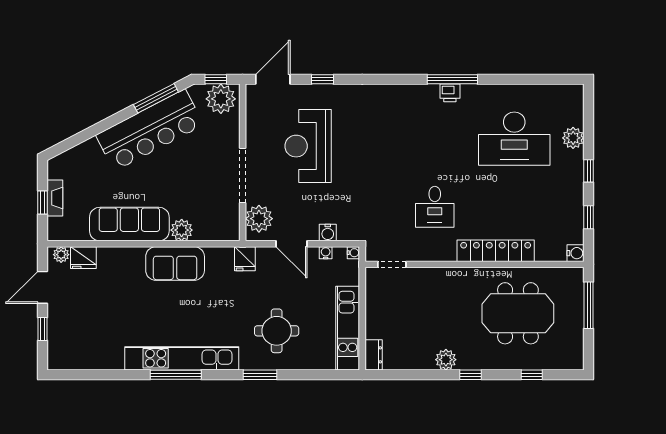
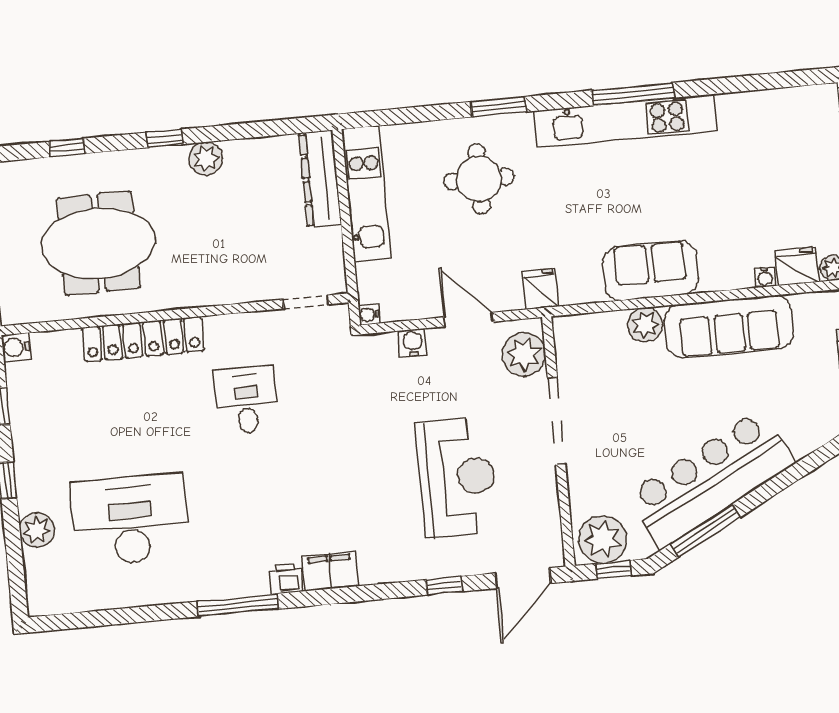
printer: (450, 93) -> (286, 579), moved
filing cabinet: (393, 95) -> (330, 571), added
water cooler: (326, 253) -> (765, 277), moved
dresser: (374, 355) -> (320, 179), width x1.96, depth x1.24

